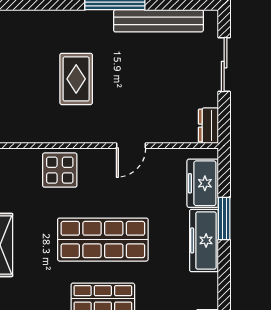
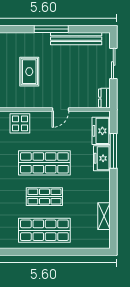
window: (224, 219) -> (113, 151), width x1.44
freezer: (204, 240) -> (102, 158), width x0.71

